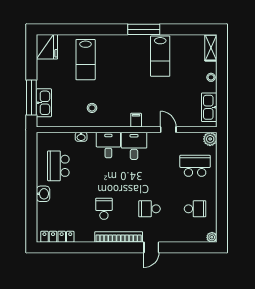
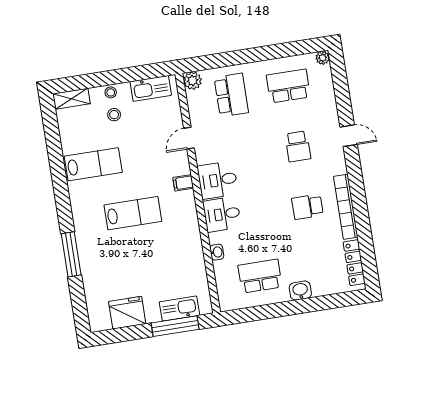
window: (144, 29) -> (71, 254), moved
fridge: (47, 47) -> (127, 313), moved
lab bench: (86, 60) -> (133, 213), moved
stool: (92, 108) -> (114, 115), moved
school desk: (58, 166) -> (260, 276), turned 180
school desk: (195, 166) -> (231, 95), turned 180
school desk: (195, 209) -> (288, 86), width x1.85
bookcase: (119, 237) -> (346, 207), moved

